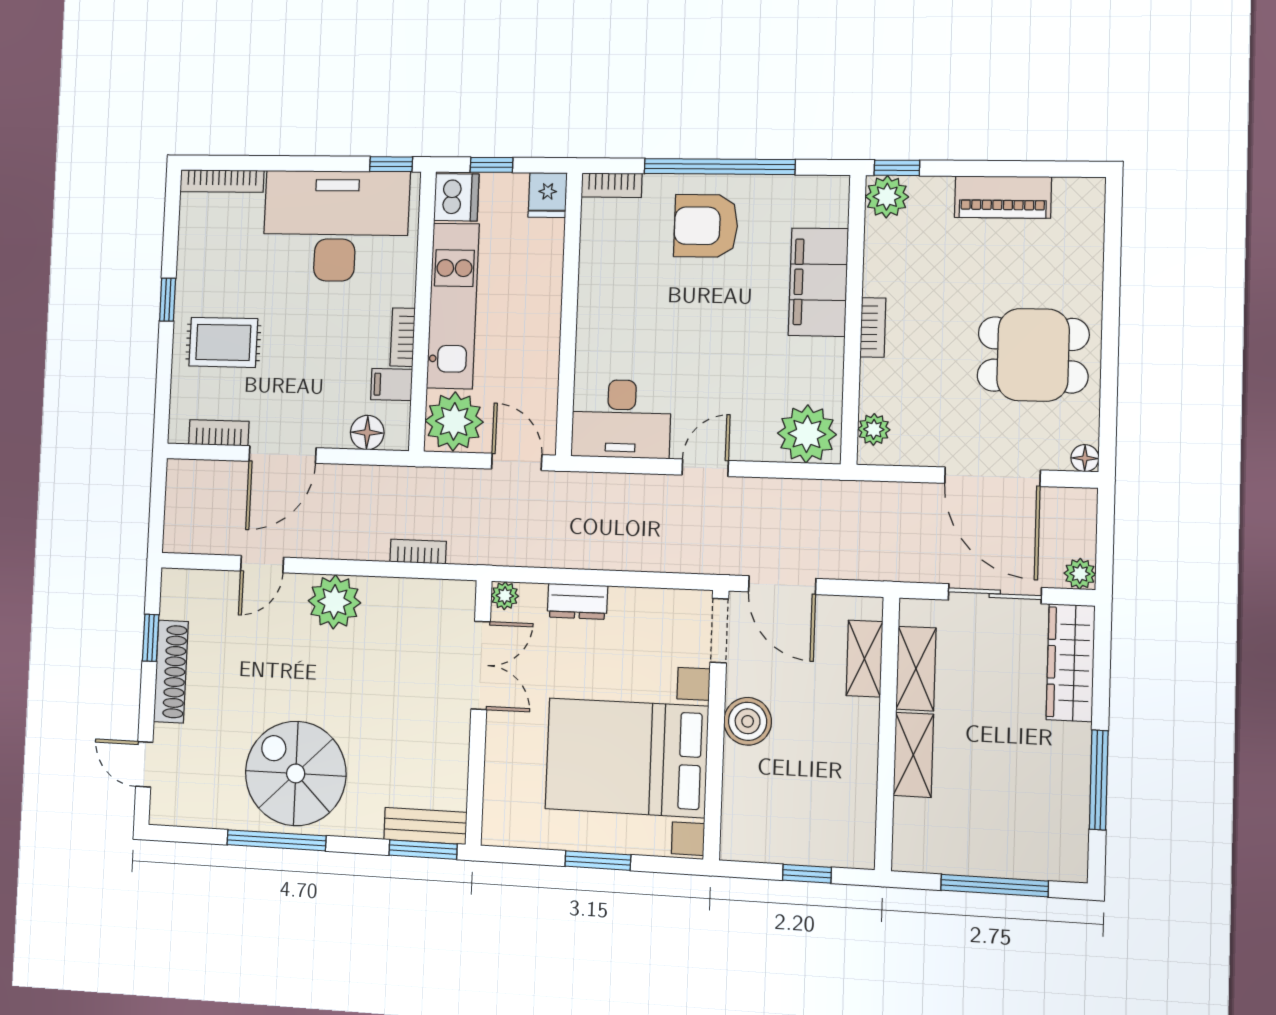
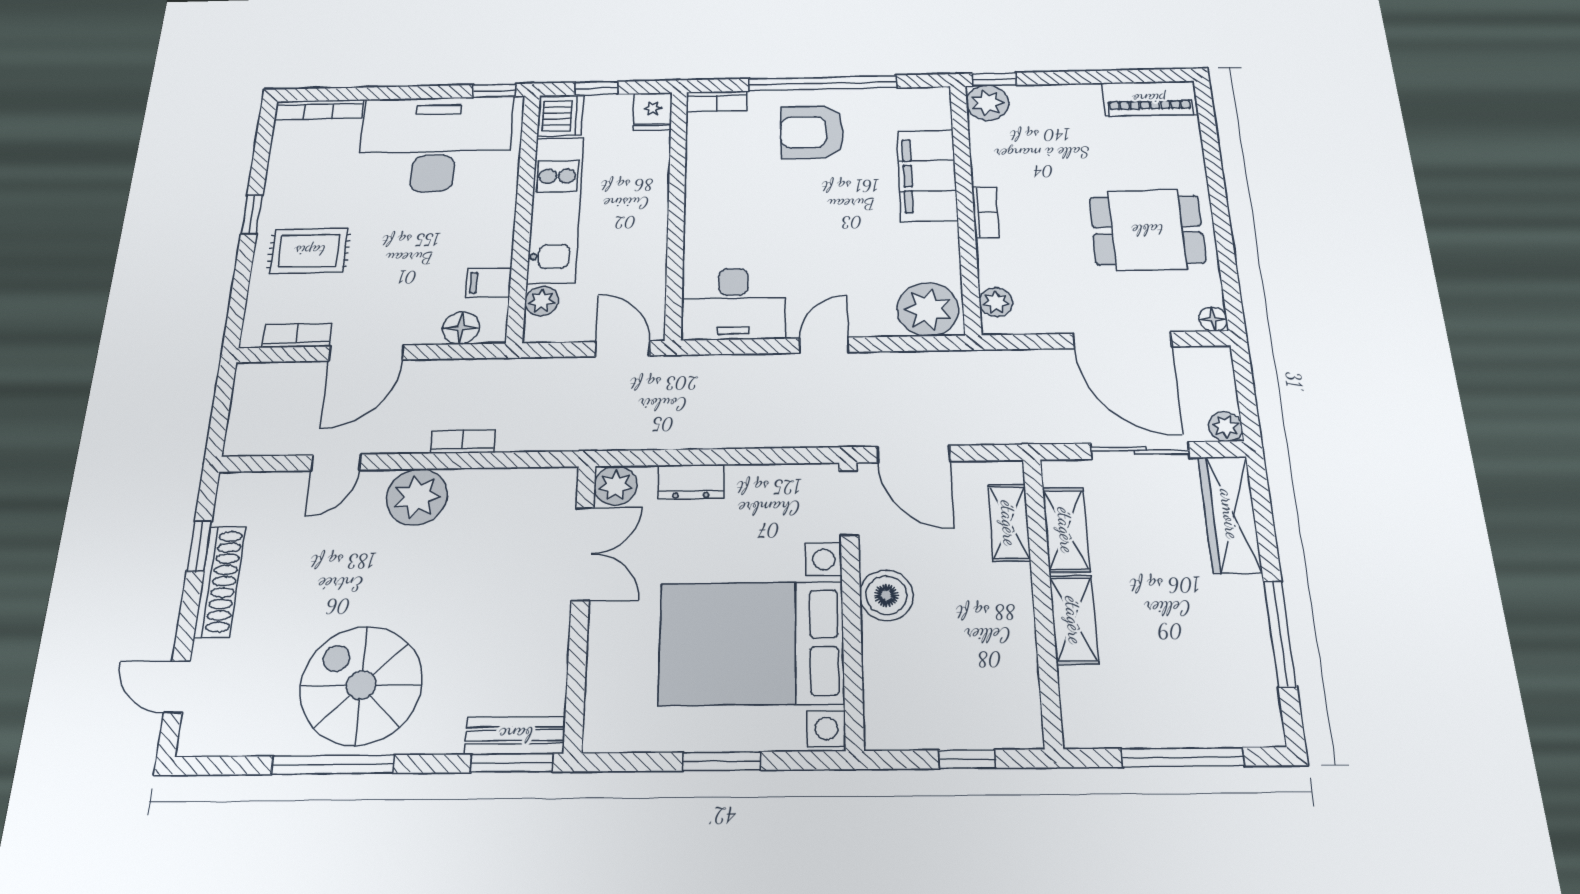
piano: (1003, 197) -> (1149, 99), moved
bookcase: (403, 337) -> (502, 239), removed
plant: (454, 421) -> (542, 301), width x0.53, depth x0.53
bookcase: (418, 552) -> (463, 442), moved
plant: (505, 596) -> (616, 486), width x1.38, depth x1.38

